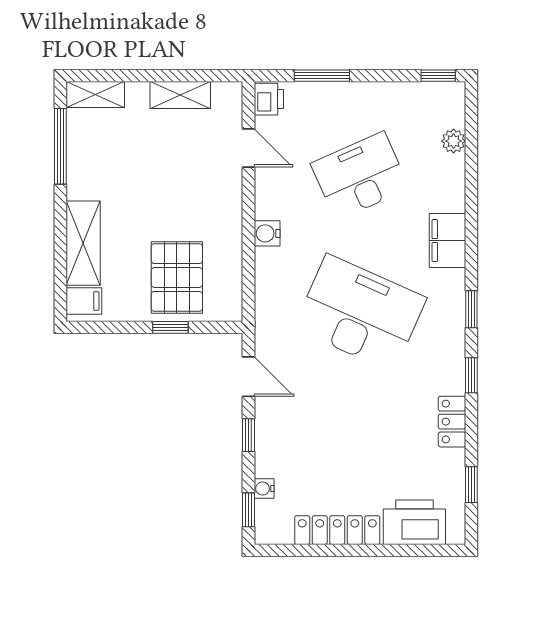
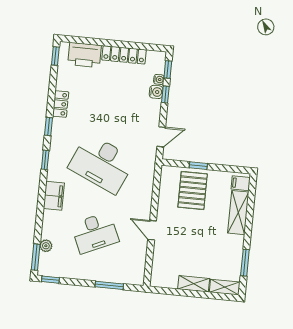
shelving: (180, 95) -> (194, 284), moved
printer: (269, 99) -> (137, 276), removed
window: (471, 117) -> (36, 257), added
window: (60, 146) -> (245, 263), width x0.69
door: (249, 148) -> (152, 230), moved
water cooler: (267, 233) -> (156, 92), moved
door: (249, 377) -> (161, 137), swing flipped
window: (249, 435) -> (165, 94), moved
window: (471, 485) -> (55, 56), moved

